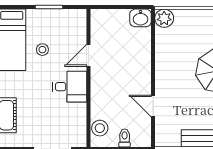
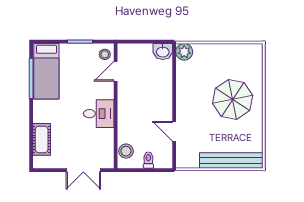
stool: (42, 50) -> (105, 54), moved
door: (88, 55) -> (116, 71), moved

